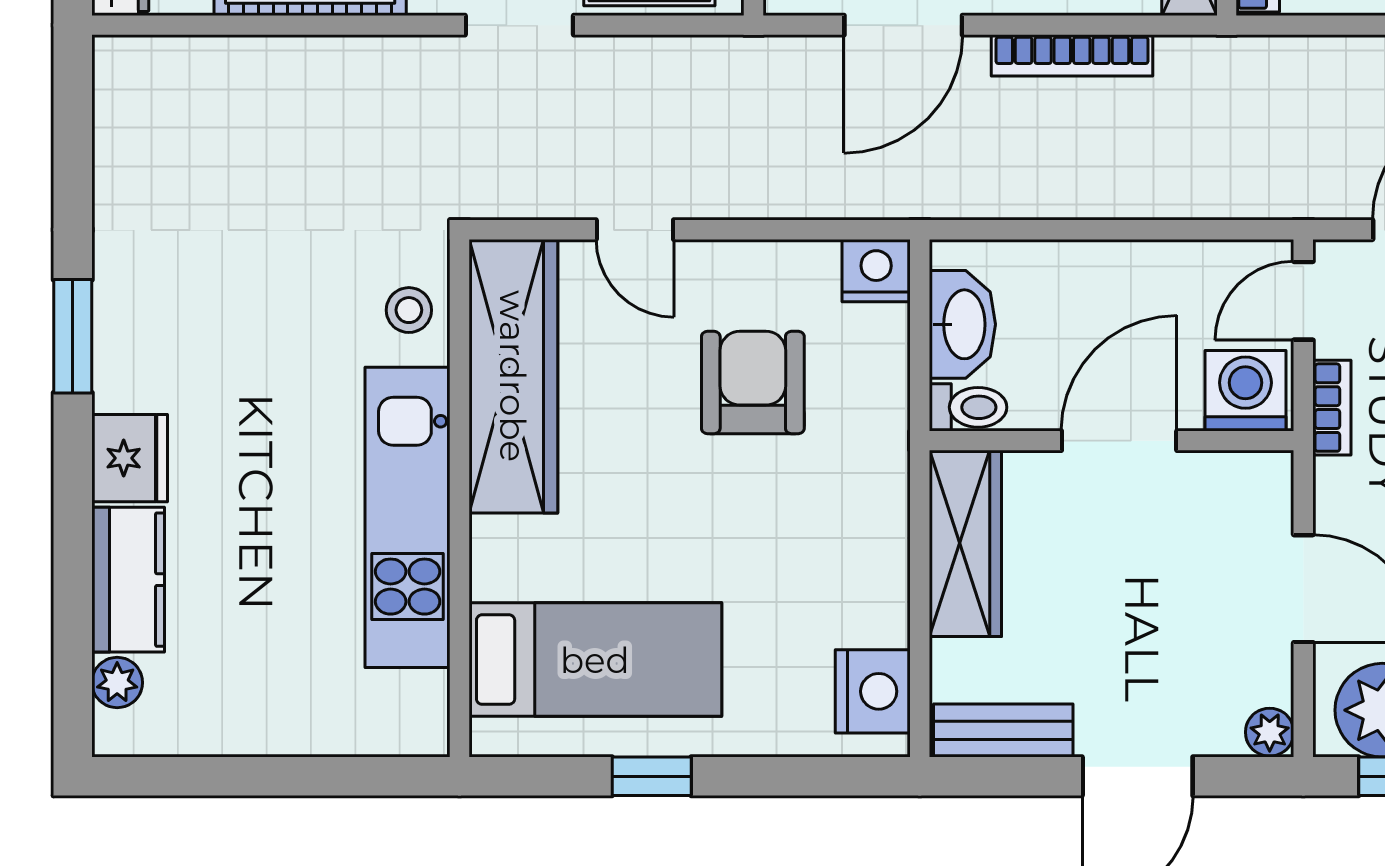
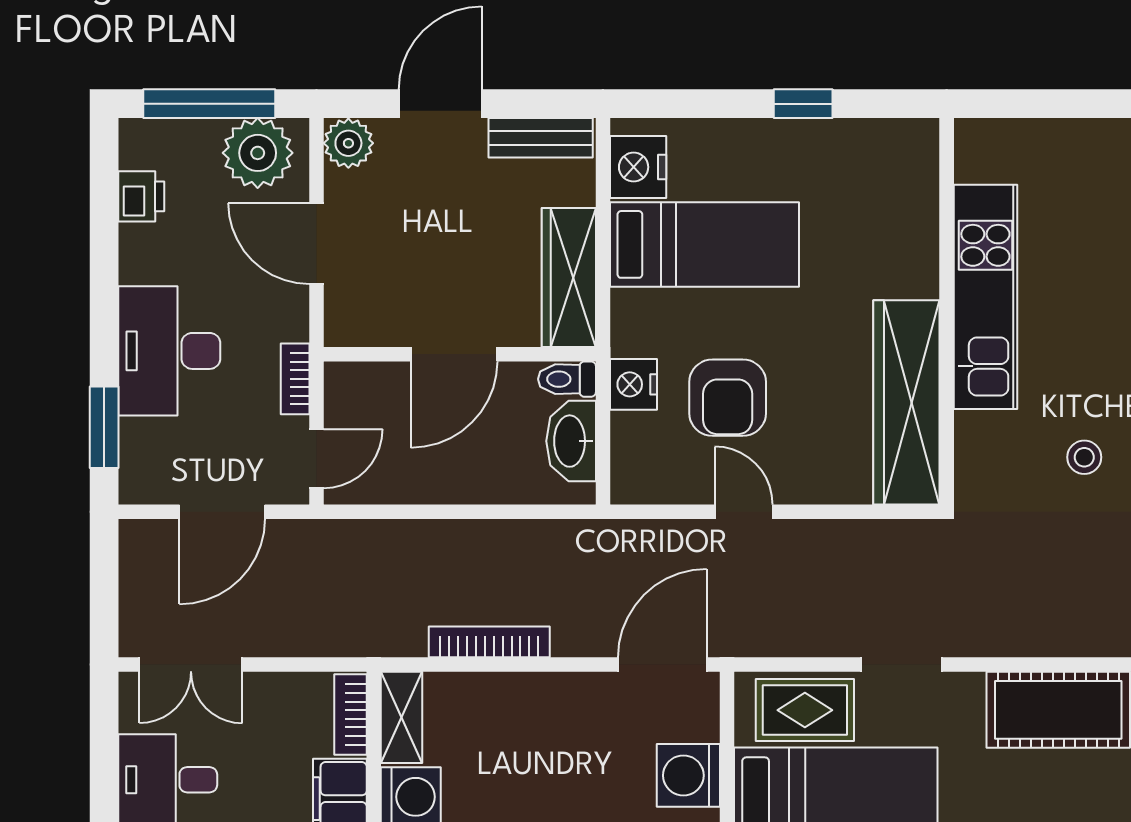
door: (903, 25) -> (662, 665), moved
door: (635, 230) -> (744, 512), moved
nightstand: (876, 271) -> (633, 384), moved, turned 90
stool: (409, 310) -> (1084, 457), moved
washing machine: (1245, 391) -> (360, 391), removed
bed: (595, 660) -> (704, 244), moved, turned 180
plant: (1270, 732) -> (348, 143), width x1.38, depth x1.38

